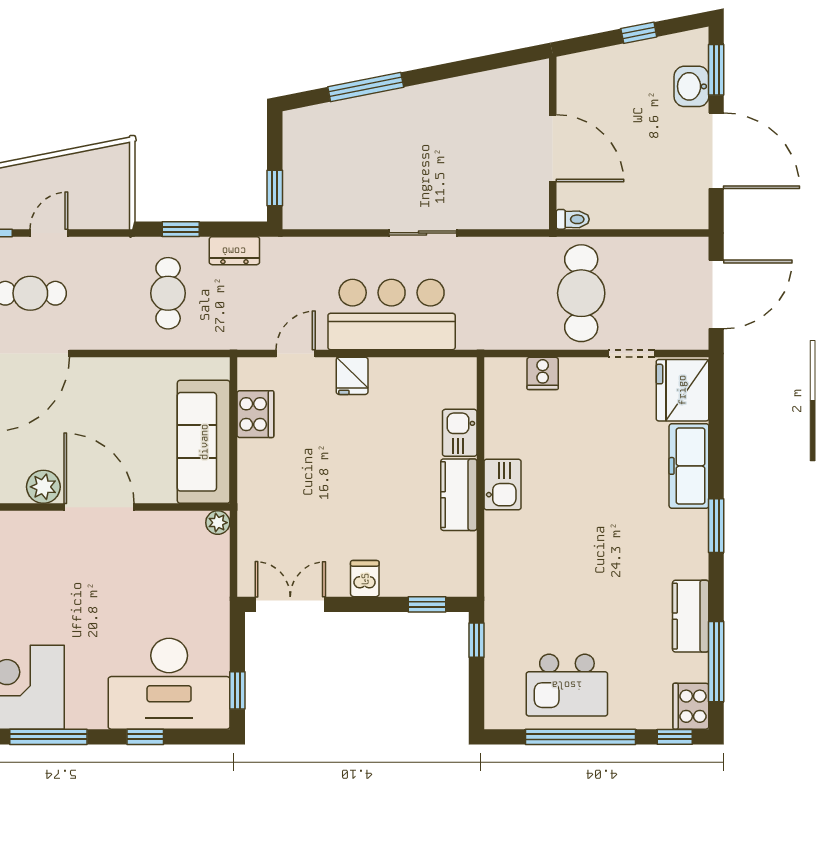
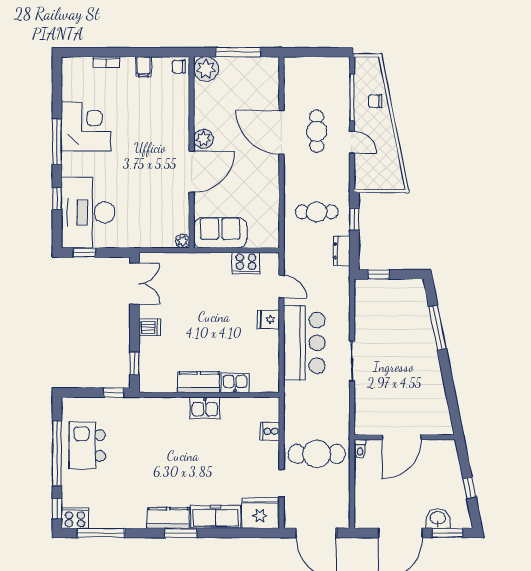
sofa: (204, 442) -> (220, 233), width x0.73
kitchen counter: (691, 616) -> (168, 518), moved

